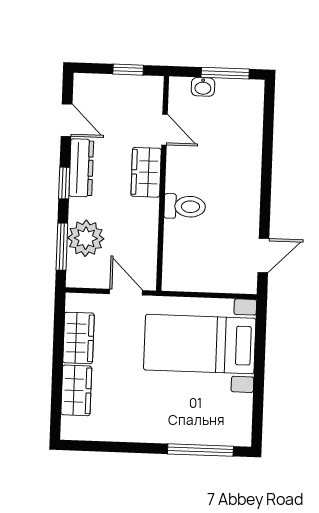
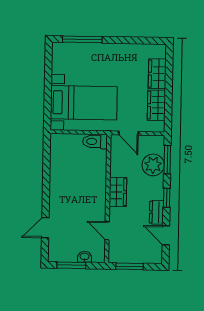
window: (128, 70) -> (130, 266), width x1.50
dresser: (81, 168) -> (156, 212), width x0.70
wardrobe: (146, 172) -> (118, 192), moved
toilet: (185, 206) -> (95, 141), moved
door: (263, 255) -> (45, 228), moved

